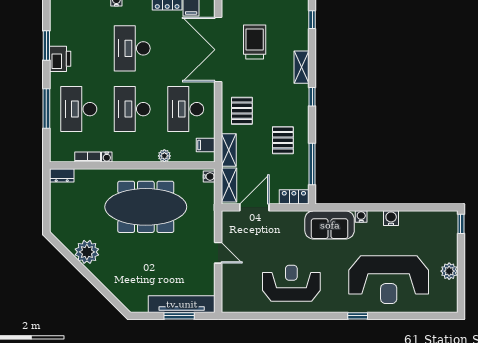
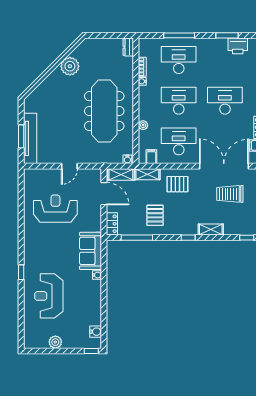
trolley: (255, 42) -> (230, 194), turned 180
printer: (60, 59) -> (238, 46), moved
pallet: (283, 140) -> (155, 215), turned 90
water cooler: (391, 218) -> (96, 332), moved
reception desk: (389, 280) -> (49, 296), width x0.74, depth x0.77
reception desk: (291, 283) -> (55, 209), moved, turned -90

